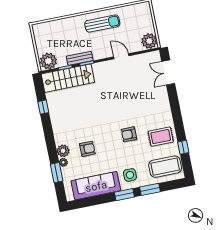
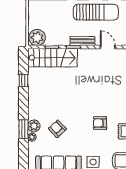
sun lounger: (102, 24) -> (96, 12), width x1.36, depth x1.34
bench: (80, 58) -> (82, 41), moved
armchair: (87, 149) -> (57, 129), turned -133
window: (57, 173) -> (23, 129), moved

